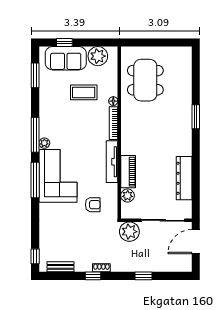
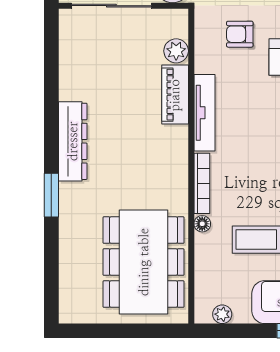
plant: (98, 56) -> (222, 314), width x0.53, depth x0.53
dining table: (145, 80) -> (144, 262), width x1.36, depth x1.24
dresser: (184, 178) -> (73, 141), moved

